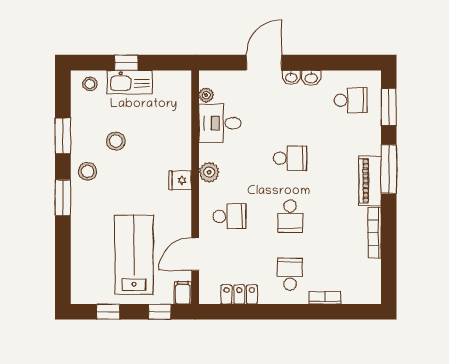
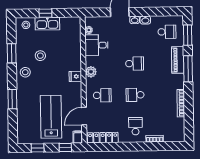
piano: (370, 181) -> (178, 60), moved
window: (63, 198) -> (12, 99), moved
school desk: (290, 216) -> (135, 95), turned 90
locker: (239, 294) -> (103, 138), width x1.53

